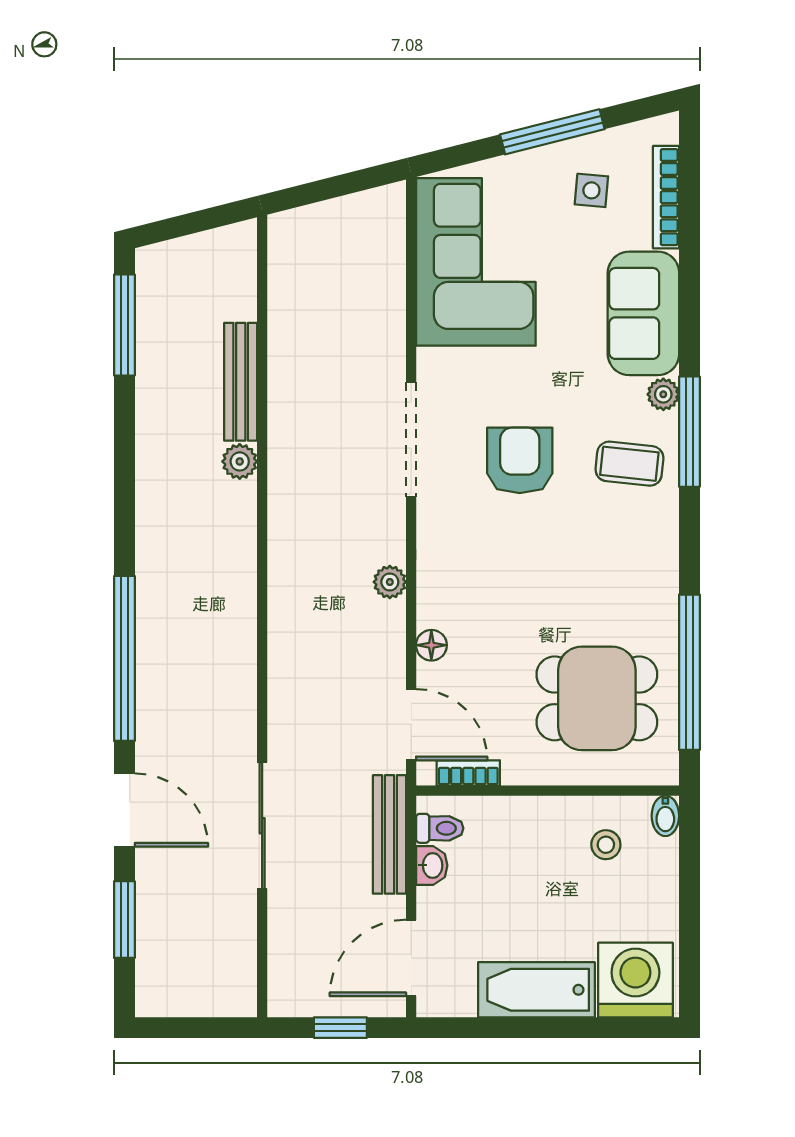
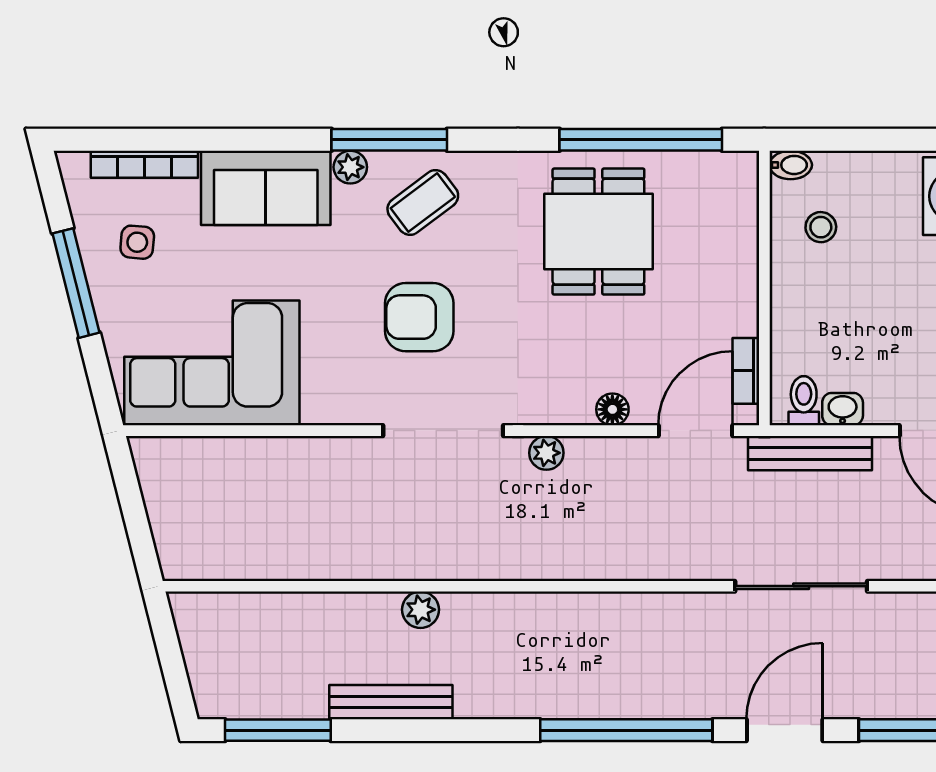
bench: (241, 382) -> (391, 702), moved
doorway: (411, 440) -> (443, 431), moved
coffee table: (629, 464) -> (423, 202), turned 47
dining table: (597, 698) -> (598, 232), moved

